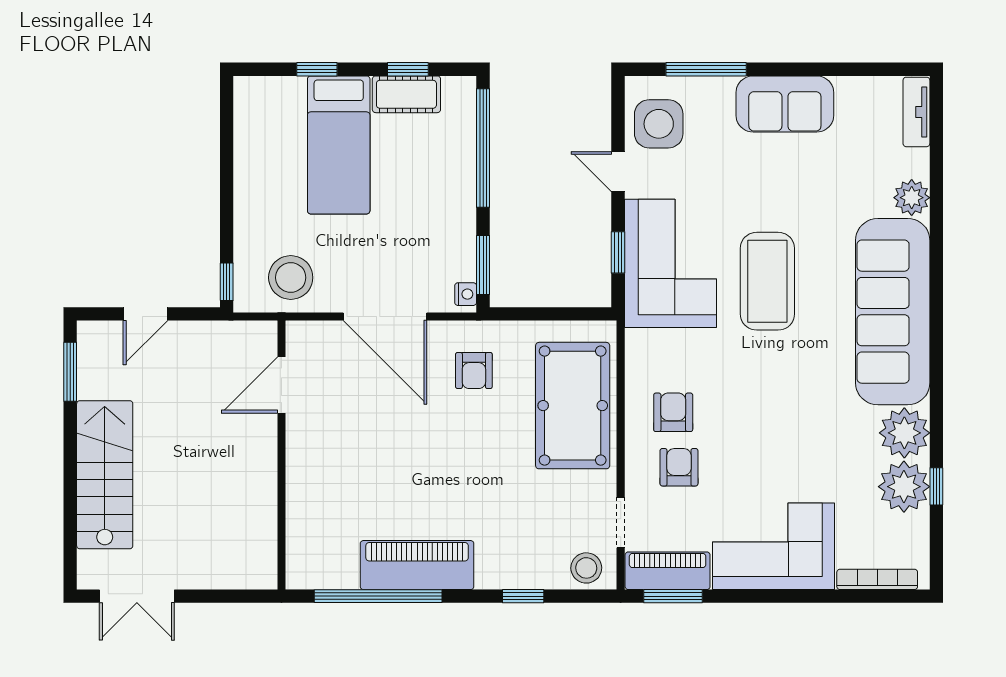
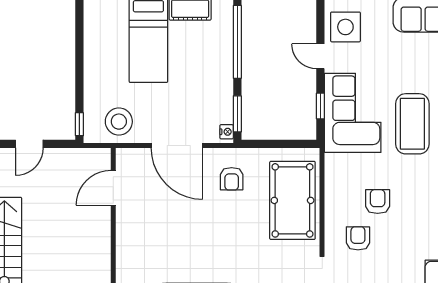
armchair: (673, 412) -> (378, 201), moved

